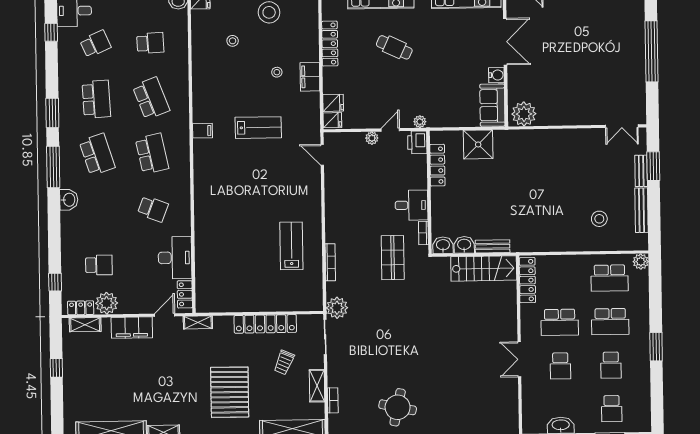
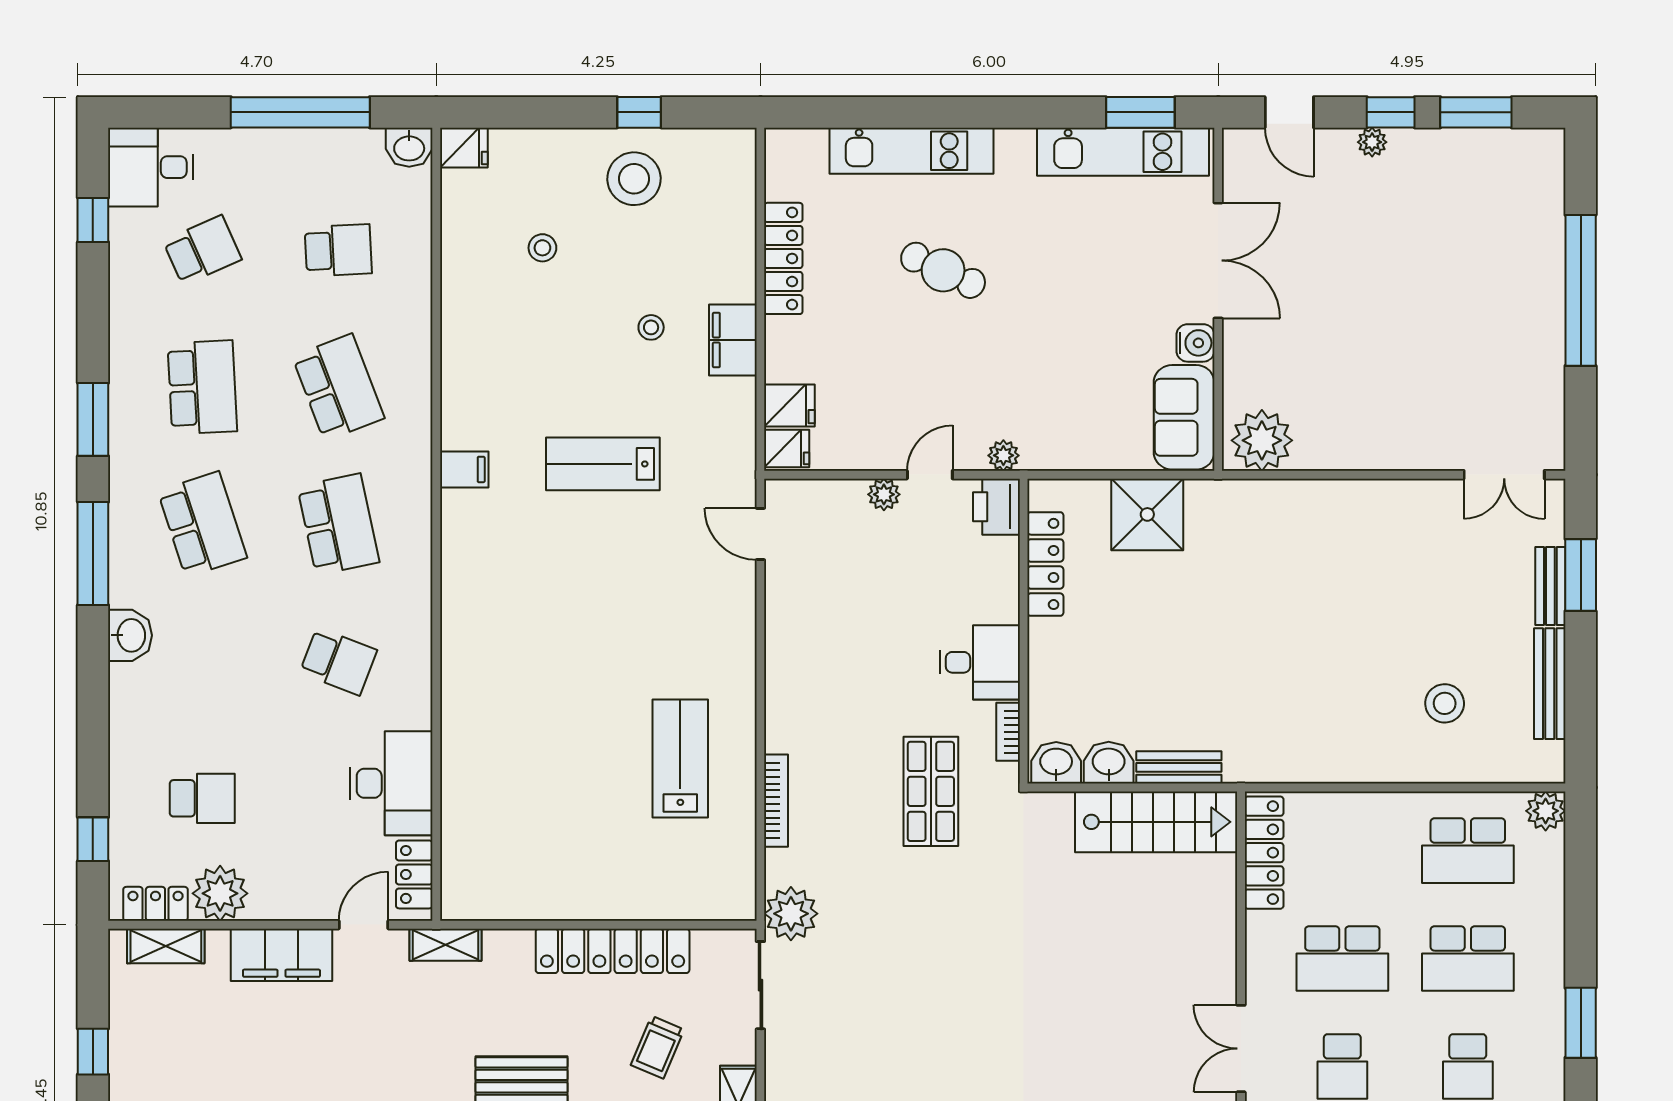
lab bench: (258, 128) -> (603, 464), turned 180

